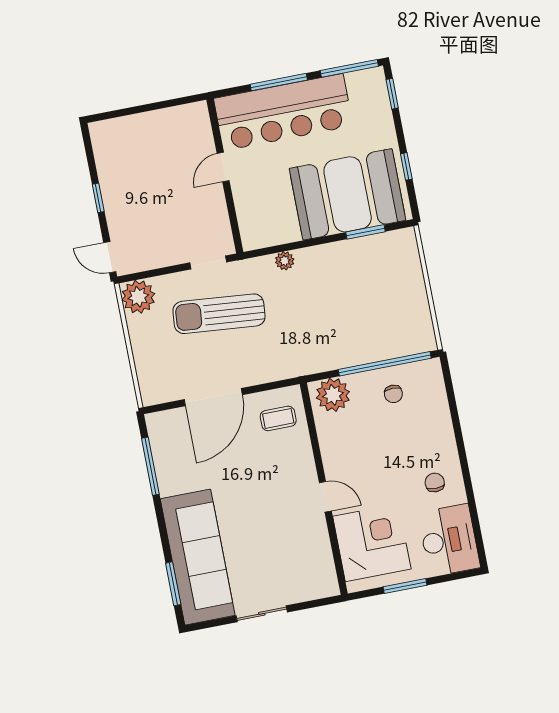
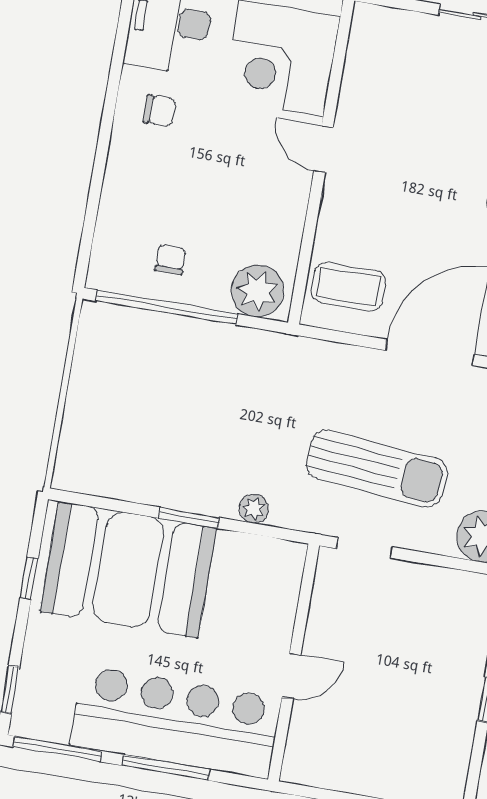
window: (366, 232) -> (189, 518), moved
coffee table: (278, 418) -> (348, 287), width x1.36, depth x1.30
chair: (435, 482) -> (159, 111), turned -90

